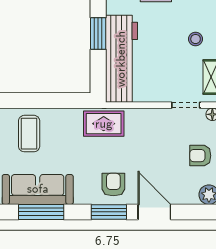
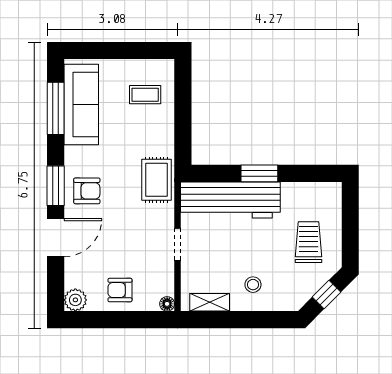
doorway: (186, 105) -> (178, 244), moved
coffee table: (29, 134) -> (145, 95), width x0.73, depth x0.77
armchair: (200, 156) -> (120, 290), turned -90

